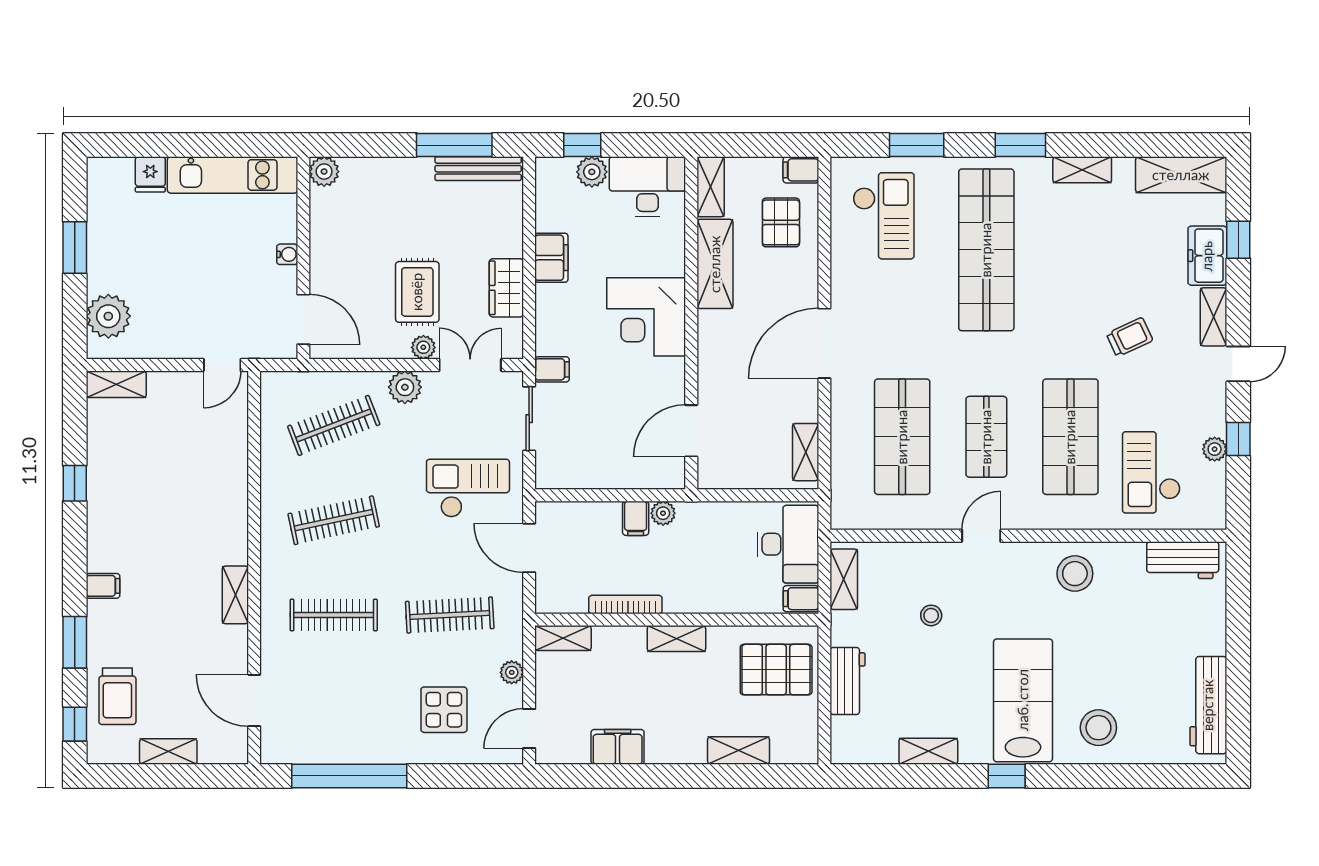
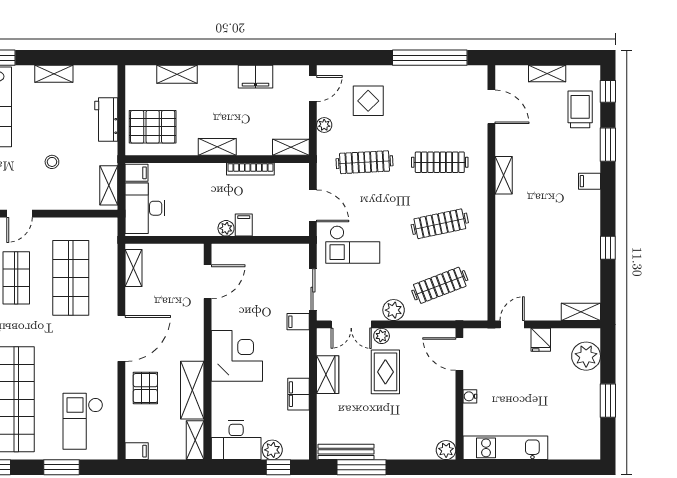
fridge: (150, 174) -> (541, 340), moved, turned 180
pallet: (781, 222) -> (145, 388), moved

